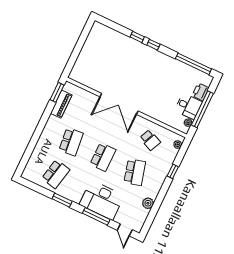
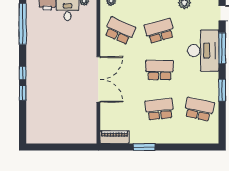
window: (57, 92) -> (144, 147), moved
piano: (61, 104) -> (115, 137), moved
school desk: (150, 140) -> (120, 31), width x1.85

